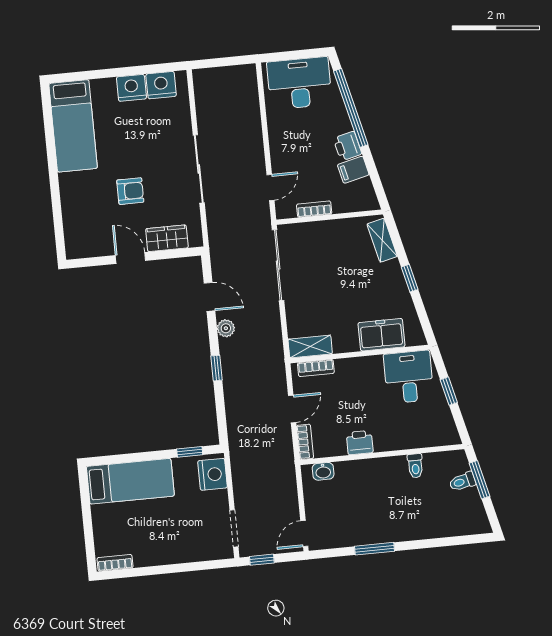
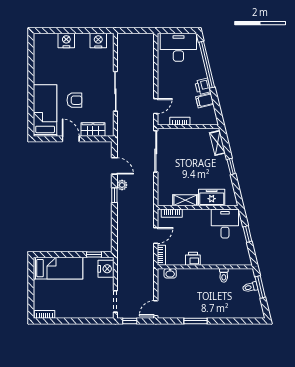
nightstand: (131, 88) -> (66, 41), moved
bed: (73, 126) -> (45, 110), moved, turned 180
shelving: (310, 347) -> (185, 200), moved
window: (216, 368) -> (114, 195), moved

